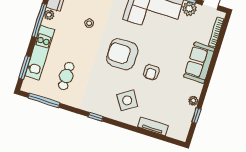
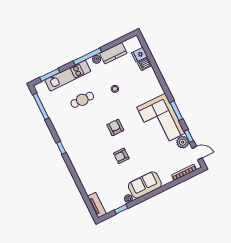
armchair: (122, 54) -> (115, 127), width x0.53, depth x0.53
sofa: (199, 63) -> (145, 185), moved
cafe table: (66, 76) -> (82, 100), moved
side table: (127, 100) -> (90, 158), removed
tv unit: (153, 126) -> (97, 205), moved

